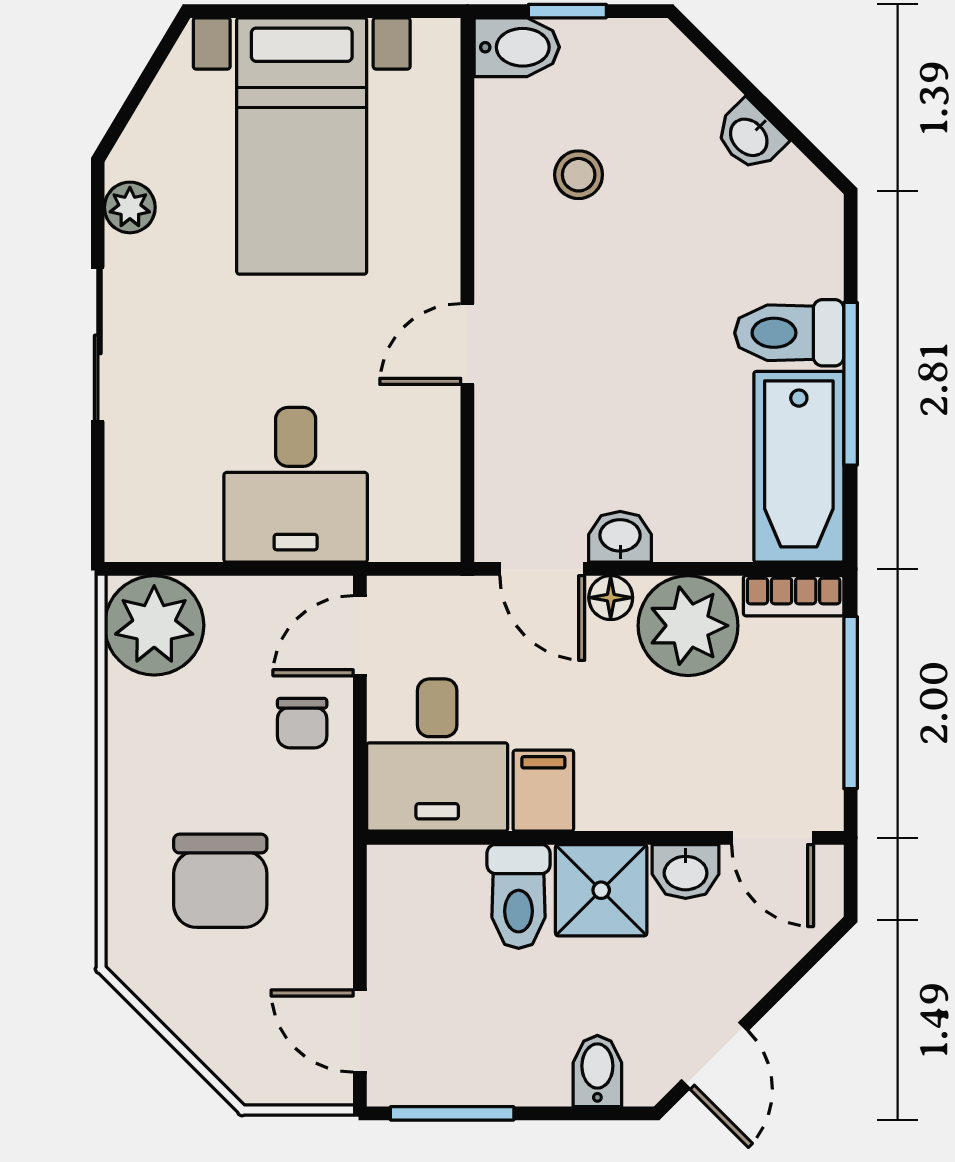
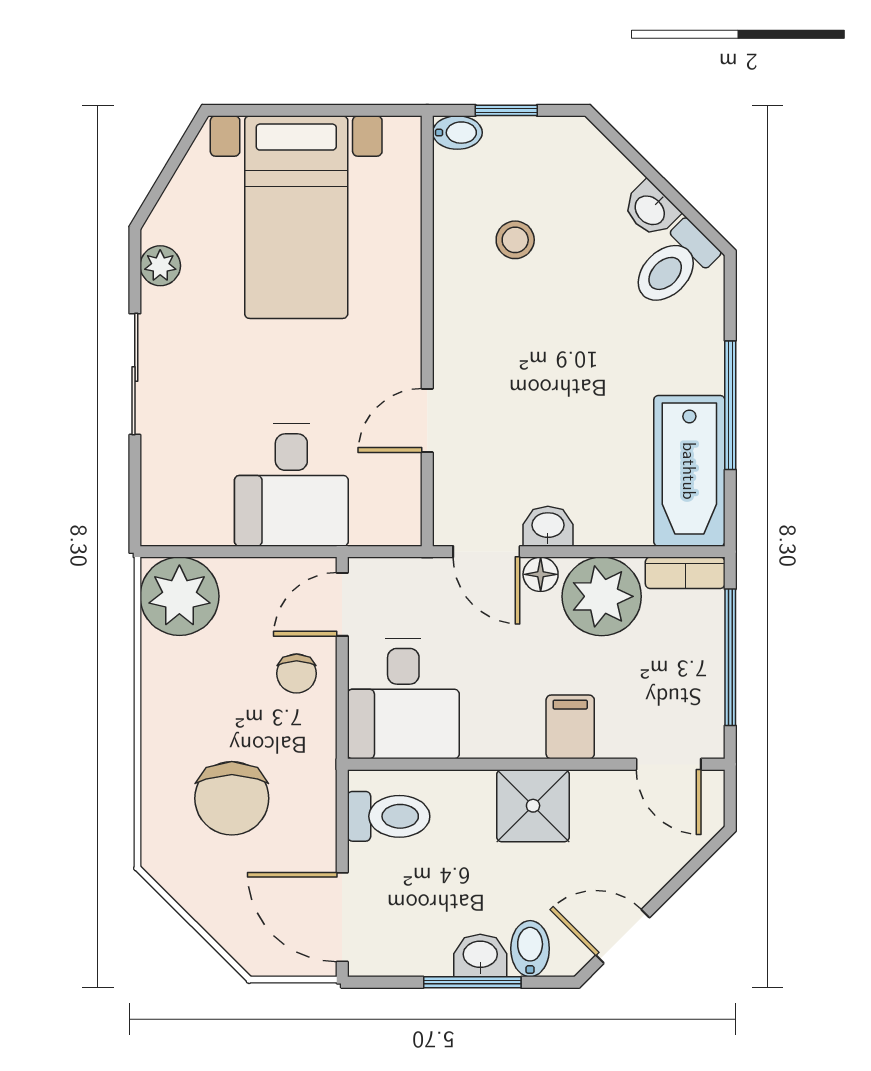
bidet: (517, 47) -> (457, 133), width x0.72, depth x0.74
toilet: (789, 333) -> (674, 265), moved, turned -45
door: (467, 344) -> (427, 421), moved
filing cabinet: (543, 791) -> (570, 727), moved
washbasin: (686, 871) -> (480, 956), moved, turned 180
toilet: (519, 896) -> (389, 816), moved, turned -90
door: (360, 1031) -> (342, 917), width x1.37
door: (714, 1056) -> (623, 936), swing flipped
window: (452, 1113) -> (472, 982), moved

